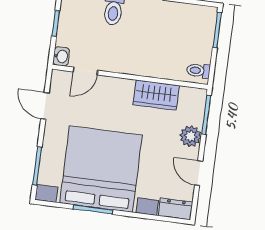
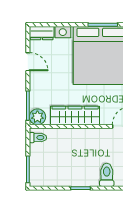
wardrobe: (156, 95) -> (75, 115), width x1.50
plant: (191, 136) -> (37, 117), moved

